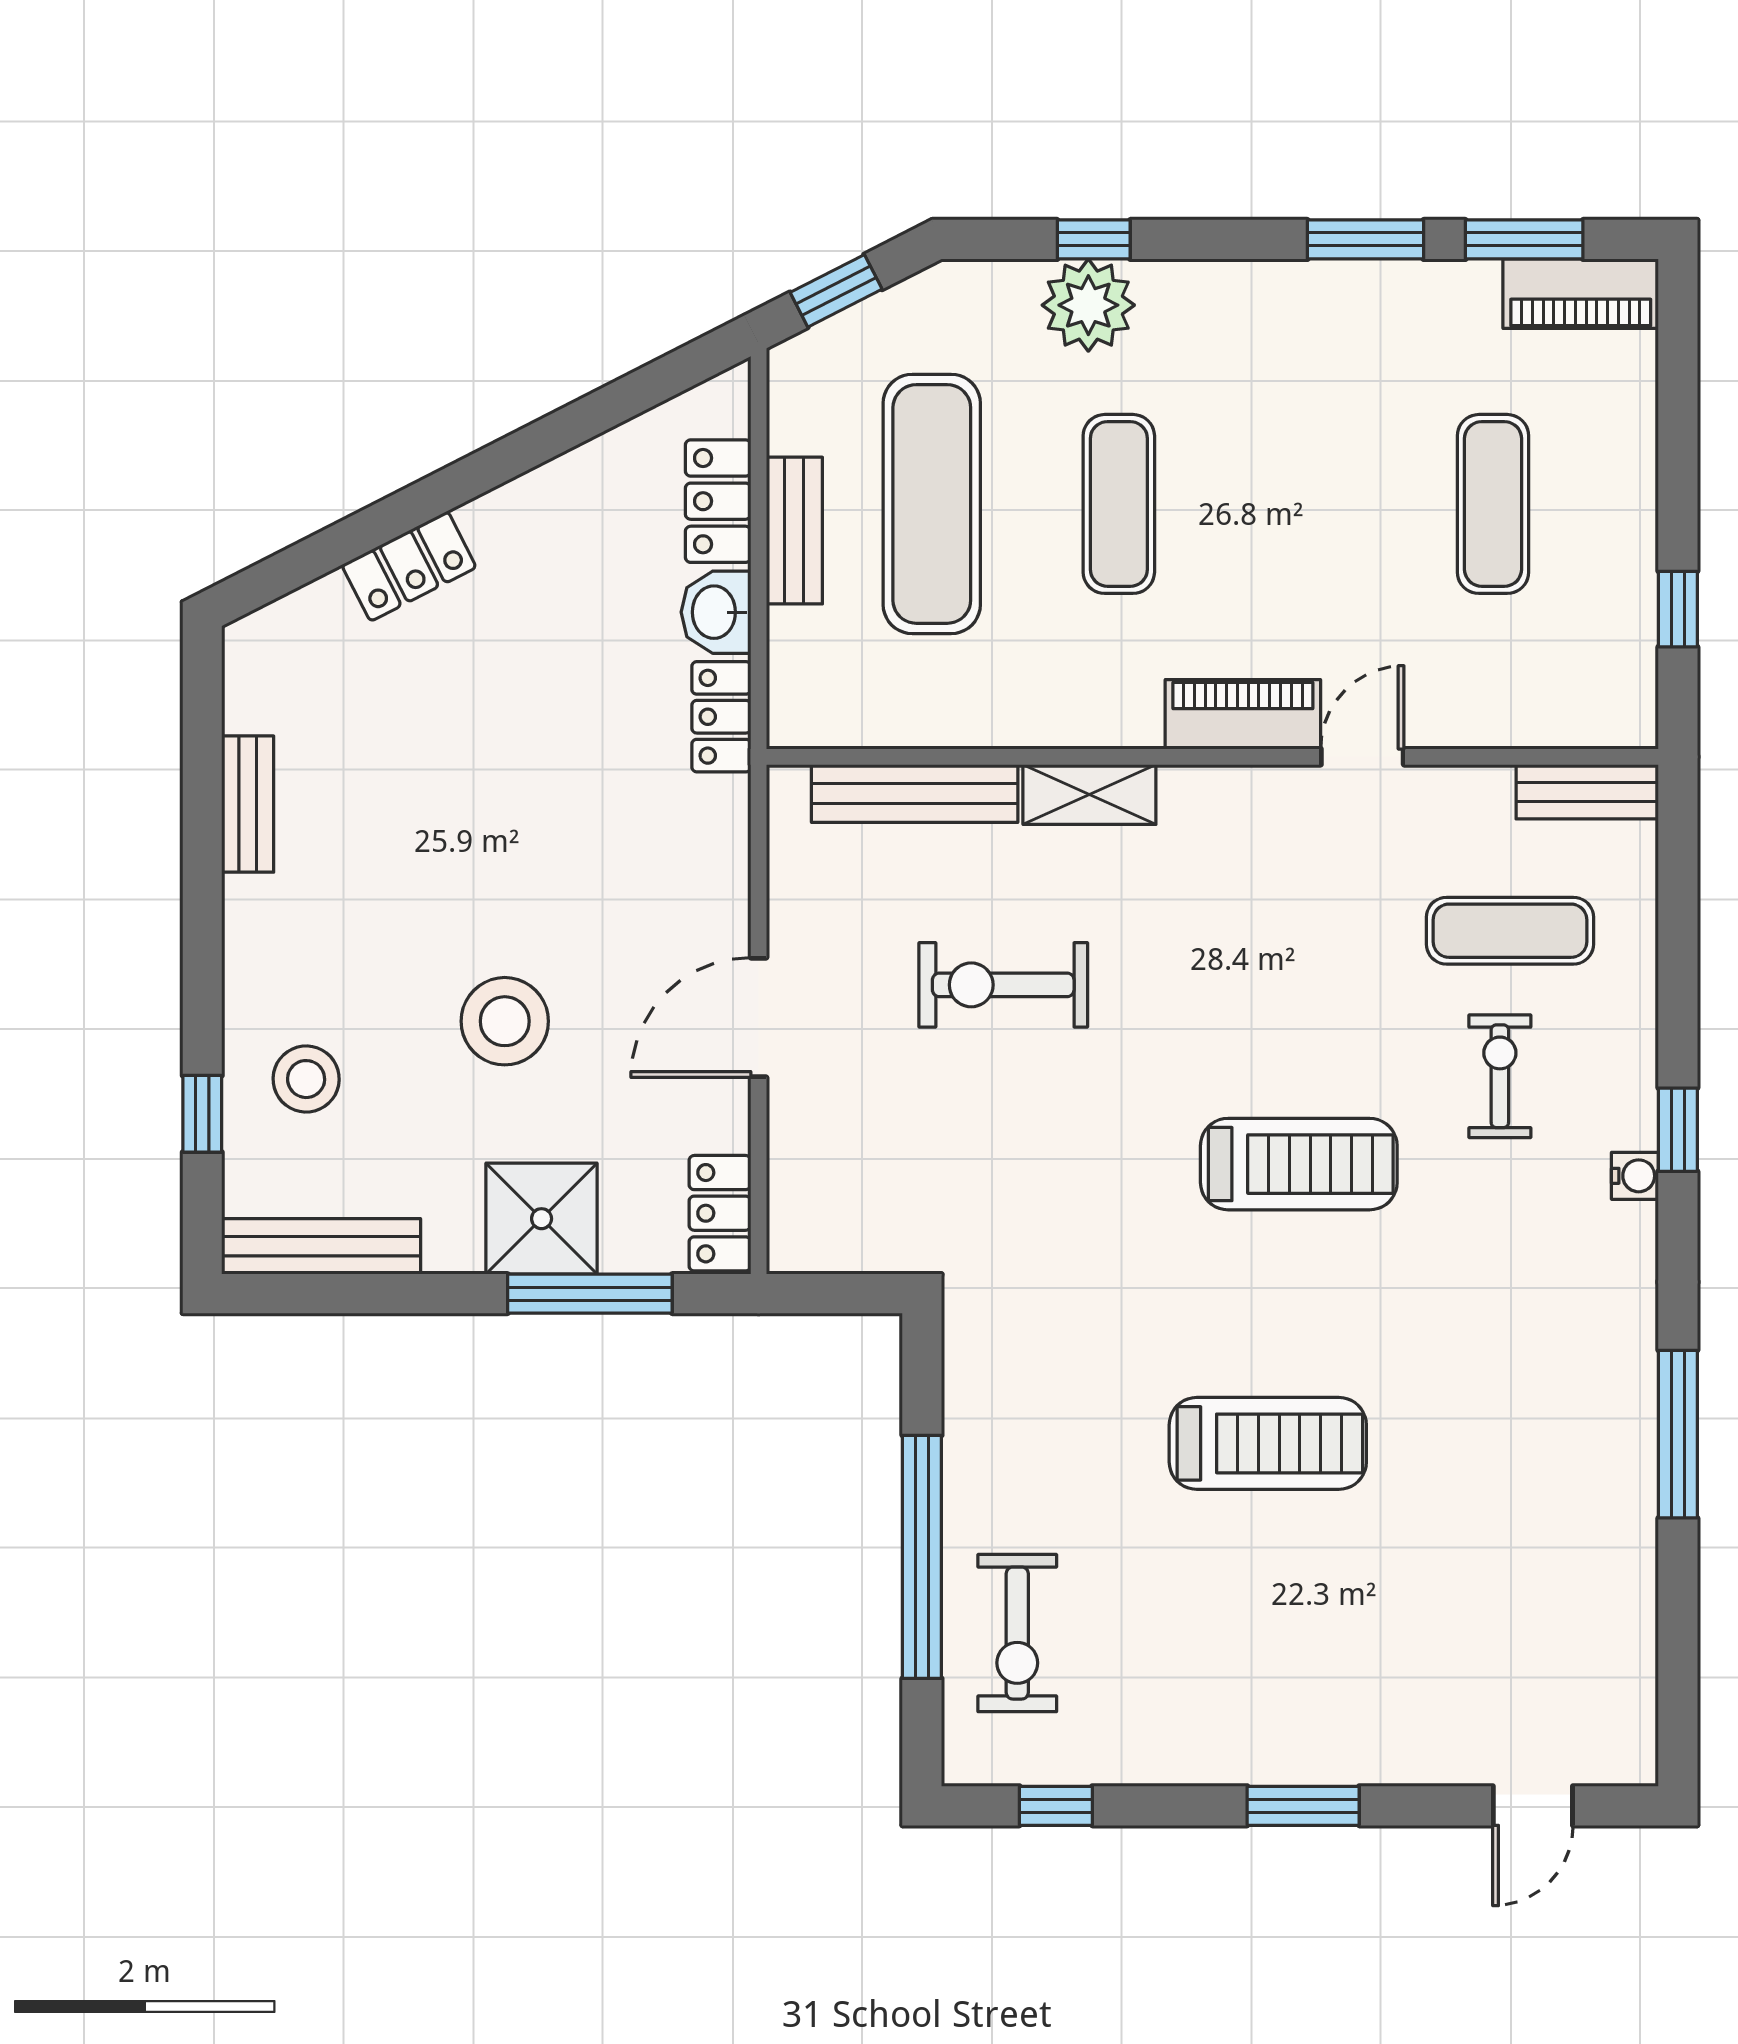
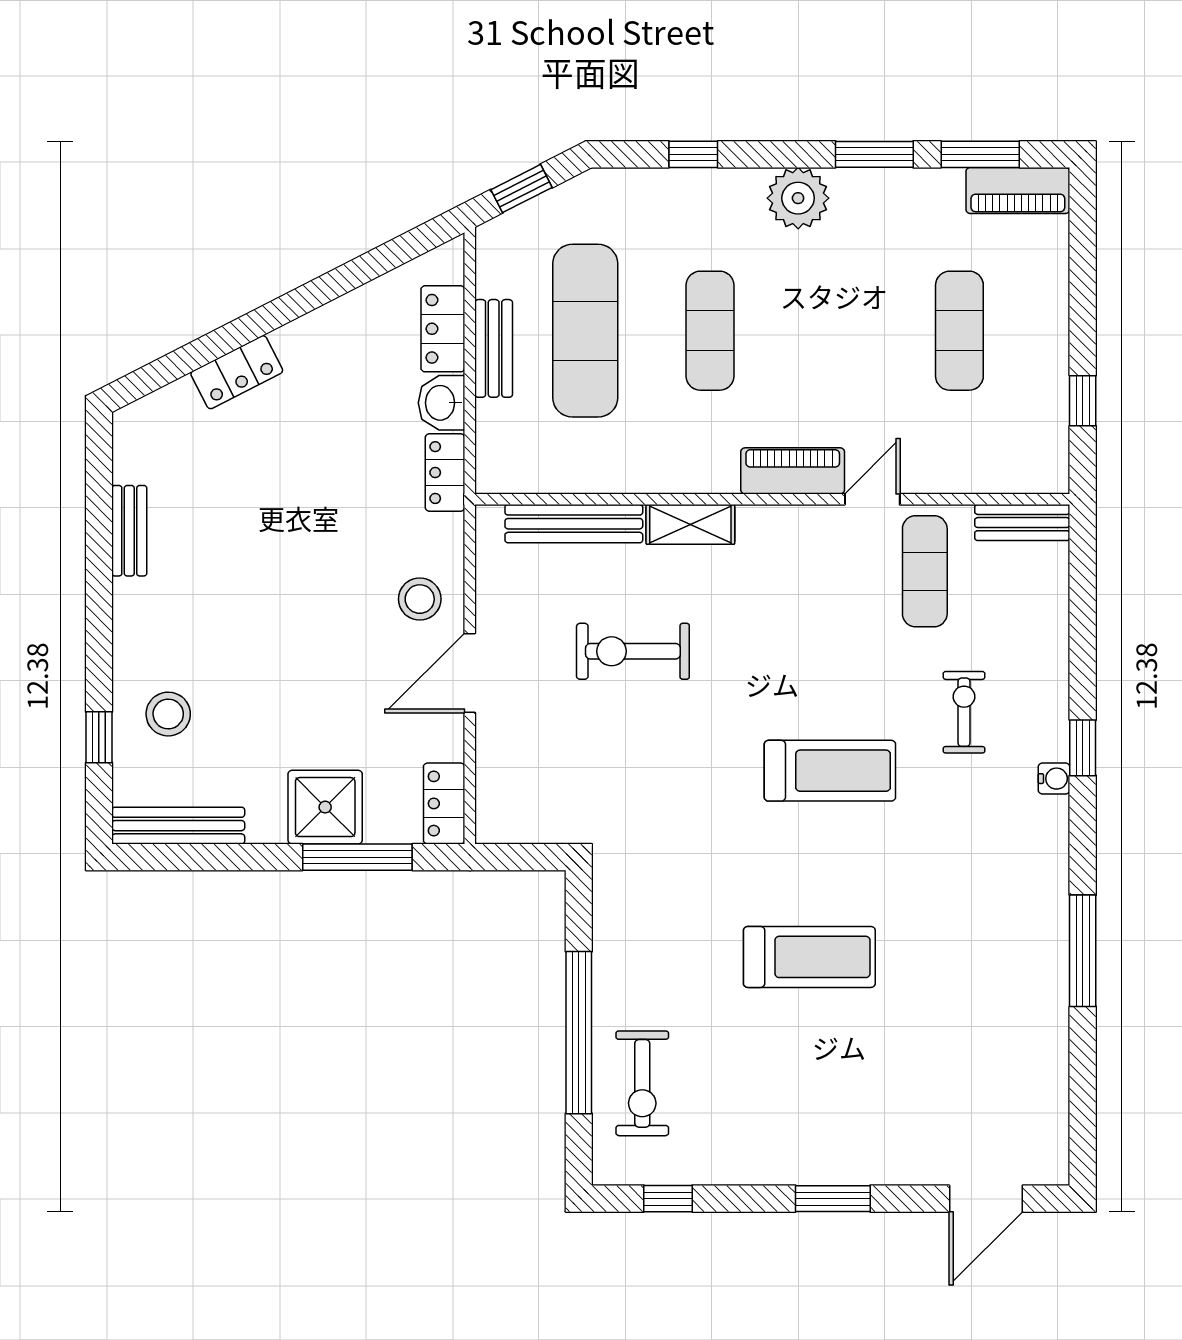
plant: (1088, 305) -> (798, 198), moved
exercise mat: (1510, 931) -> (925, 571), moved, turned 90
stool: (505, 1021) -> (420, 599), moved, width x0.73, depth x0.73
door: (1533, 1806) -> (986, 1199), width x1.38

